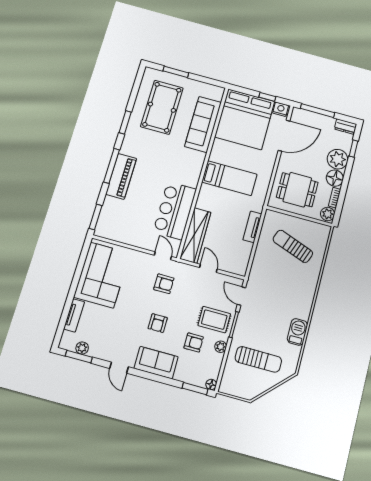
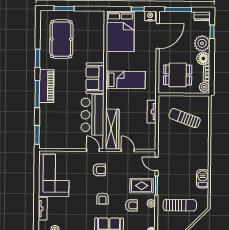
bed: (245, 119) -> (120, 31), width x0.73
sofa: (203, 124) -> (95, 78), moved, width x0.73
piano: (121, 176) -> (47, 86), moved

